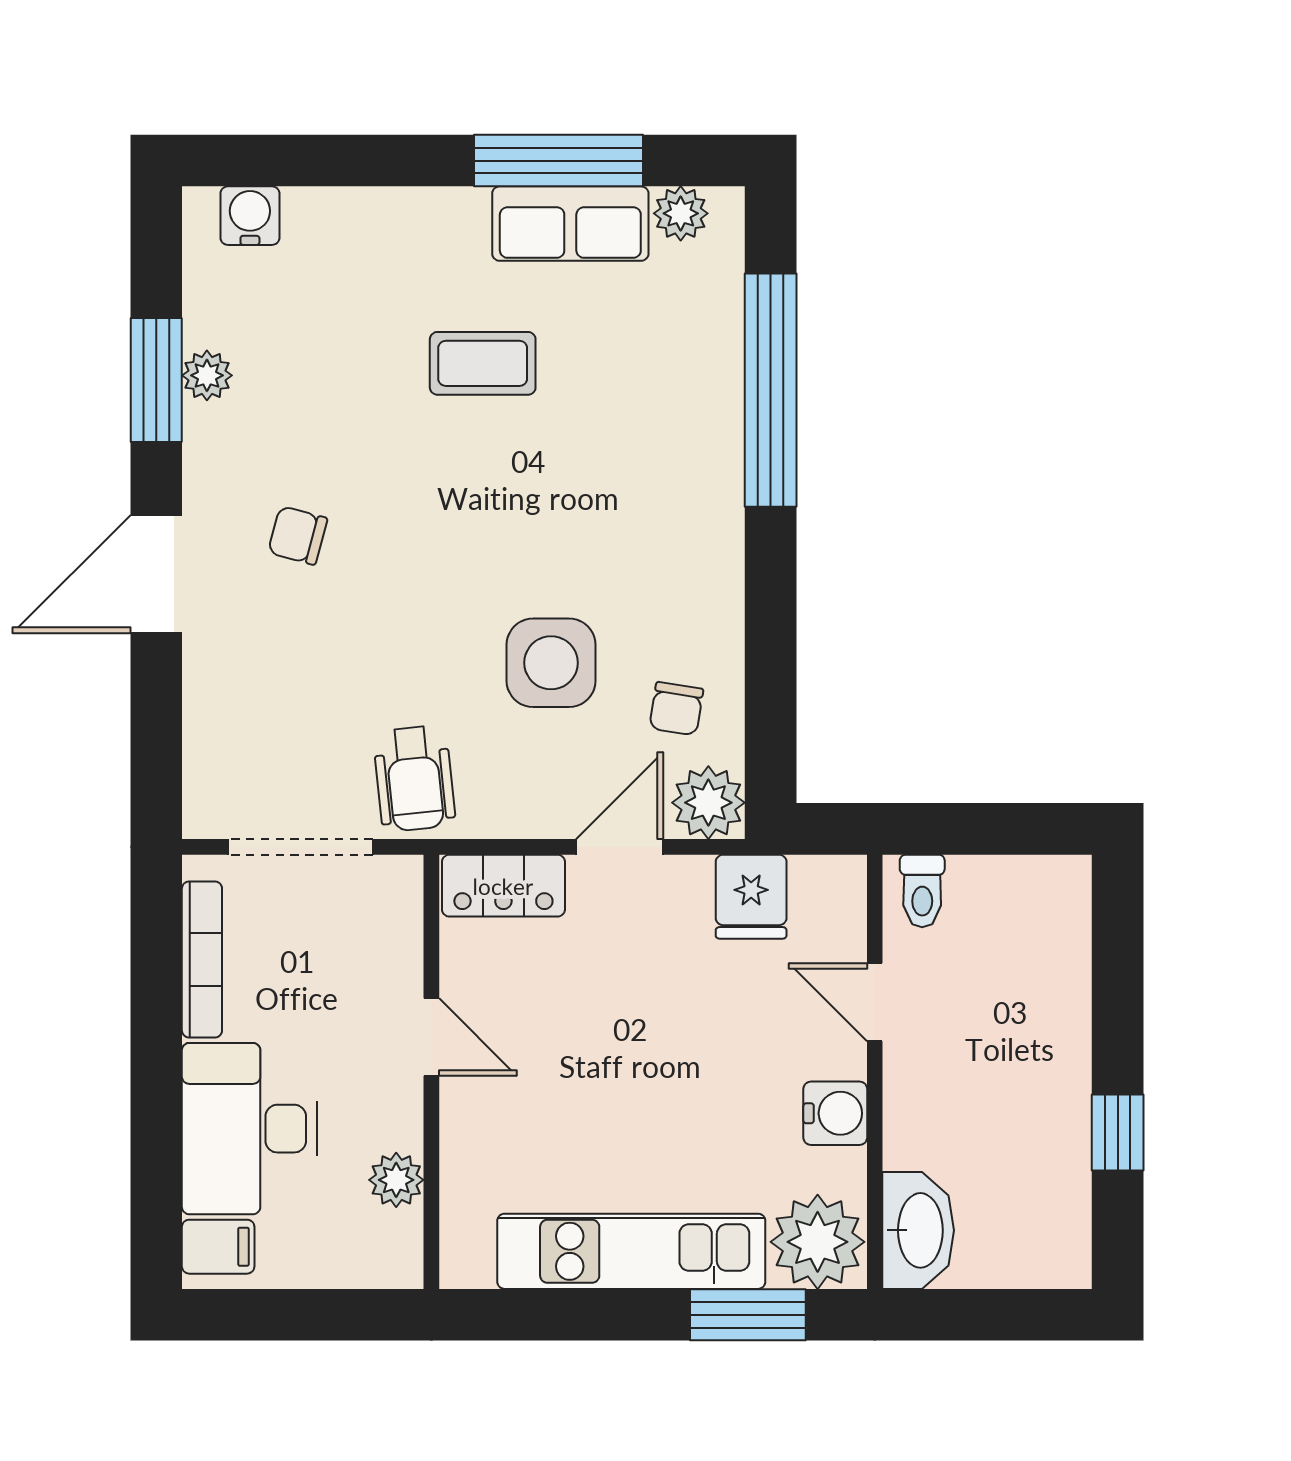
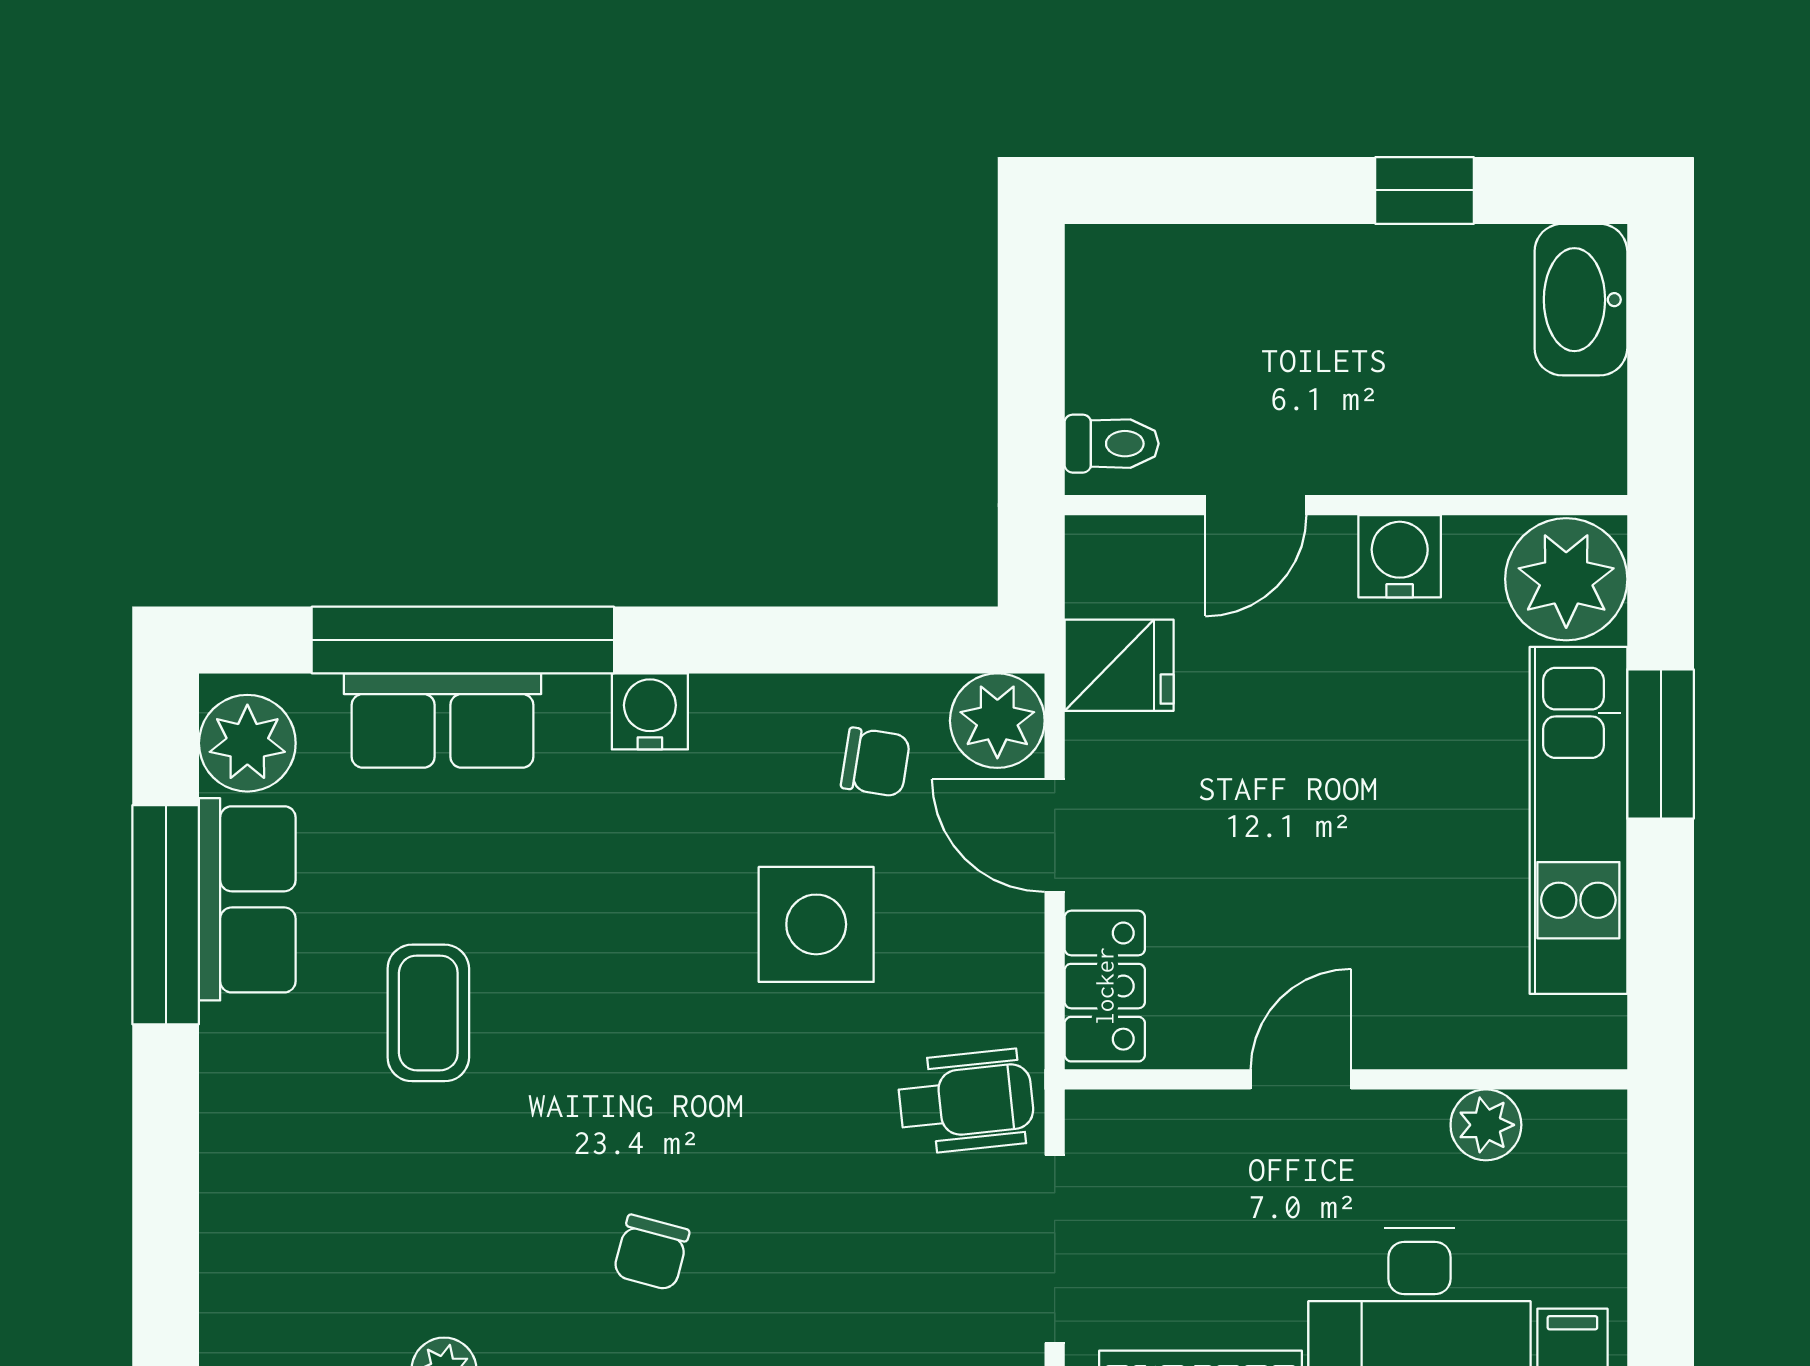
plant: (681, 213) -> (247, 743), width x1.38, depth x1.38
water cooler: (250, 216) -> (650, 711), moved, turned 90
row of seats: (708, 374) -> (443, 720), added
washbasin: (918, 1230) -> (1581, 300), moved, turned -90
window: (748, 1315) -> (1661, 744), moved

